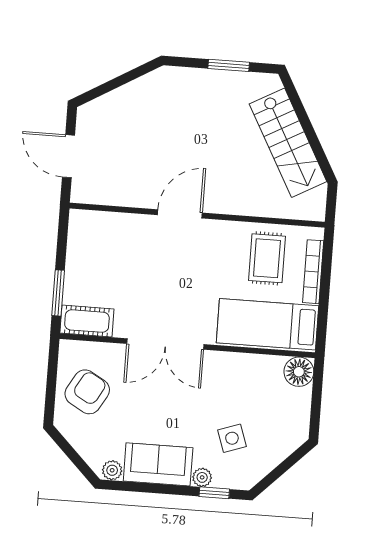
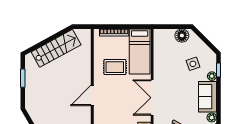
door: (180, 214) -> (92, 95), hinge flipped
rug: (267, 258) -> (115, 67), moved
double door: (165, 344) -> (152, 98), swing flipped
floor lamp: (299, 372) -> (182, 36), moved

